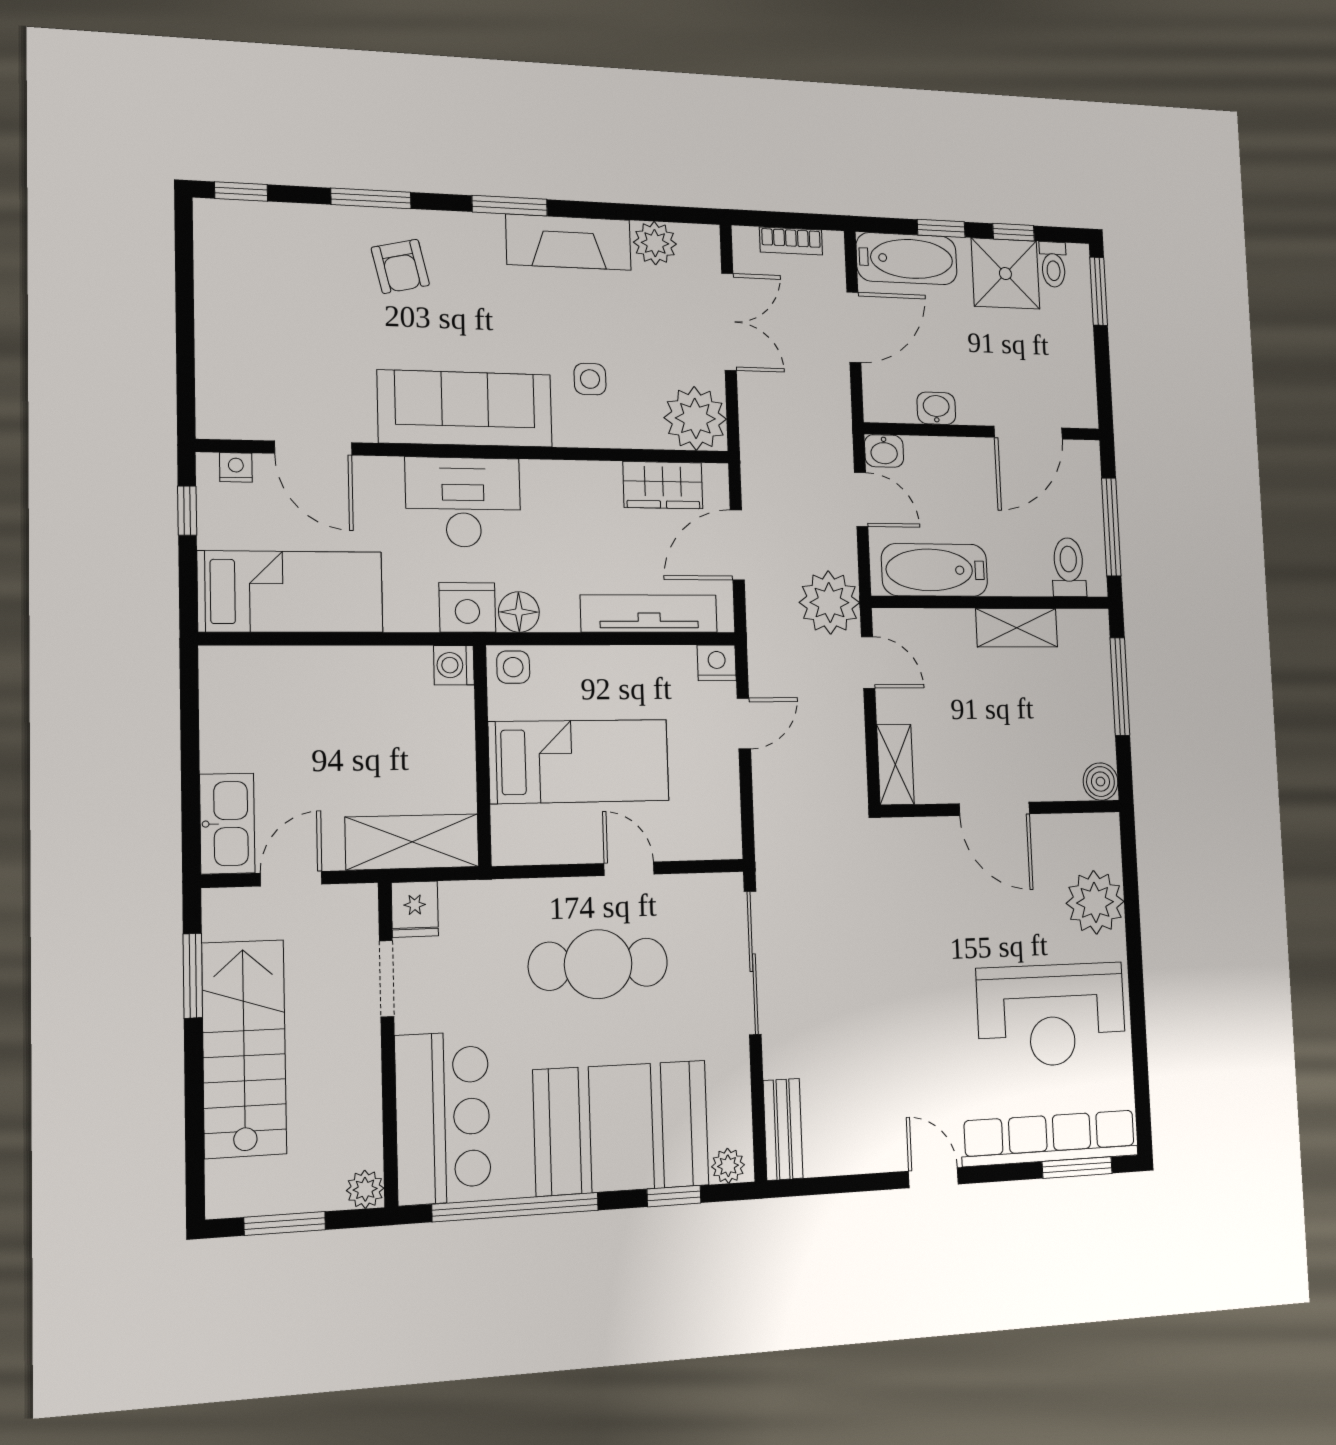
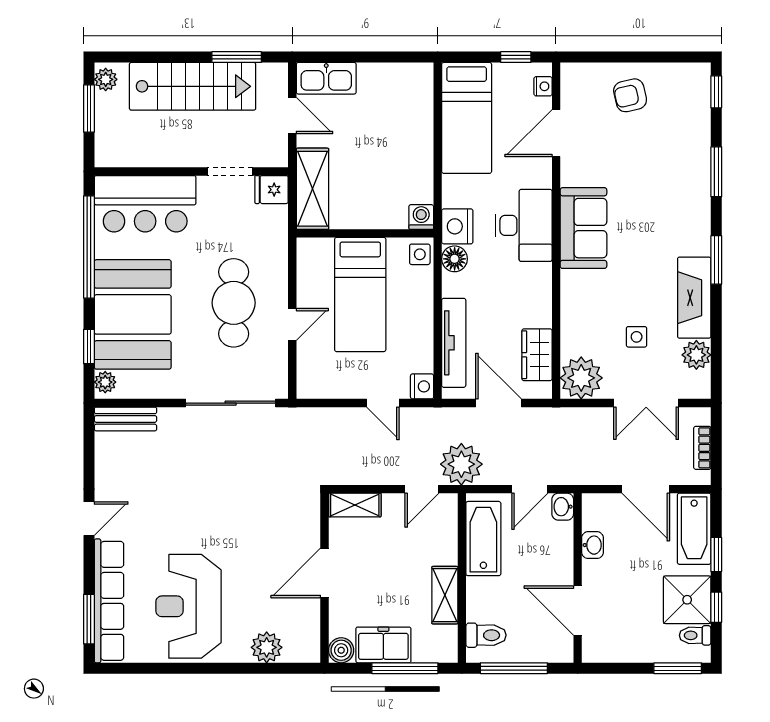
armchair: (400, 266) -> (630, 95), moved
side table: (590, 379) -> (637, 337), moved
sofa: (465, 409) -> (583, 228), width x0.73
freezer: (1090, 719) -> (383, 645), added
plant: (1095, 902) -> (267, 647), width x0.73, depth x0.73
plant: (365, 1189) -> (106, 79), moved

